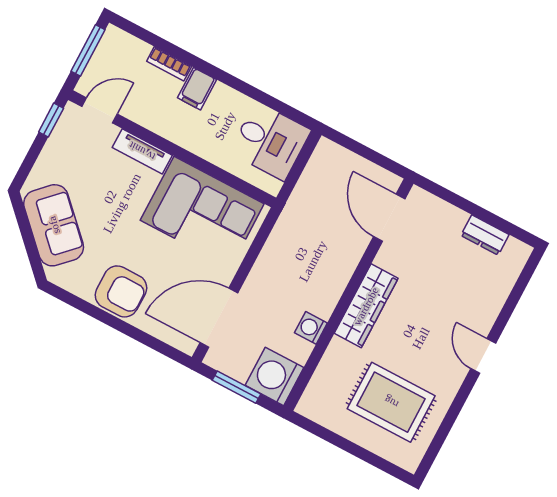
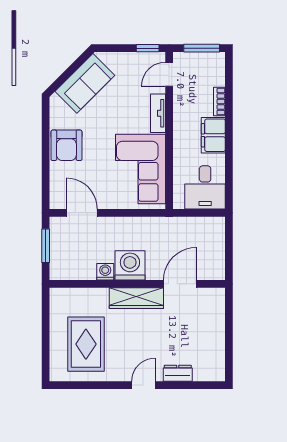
filing cabinet: (197, 89) -> (213, 135), width x2.00
door: (100, 110) -> (169, 74), swing flipped
door: (389, 218) -> (180, 284), moved
dresser: (485, 235) -> (178, 373), moved, turned 90
door: (219, 318) -> (82, 213), width x0.73
washing machine: (275, 376) -> (130, 265), moved

